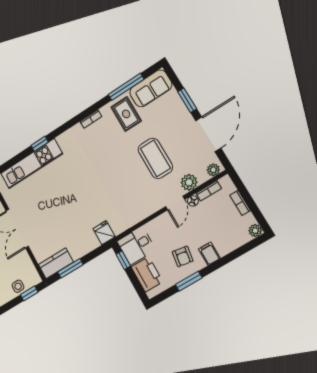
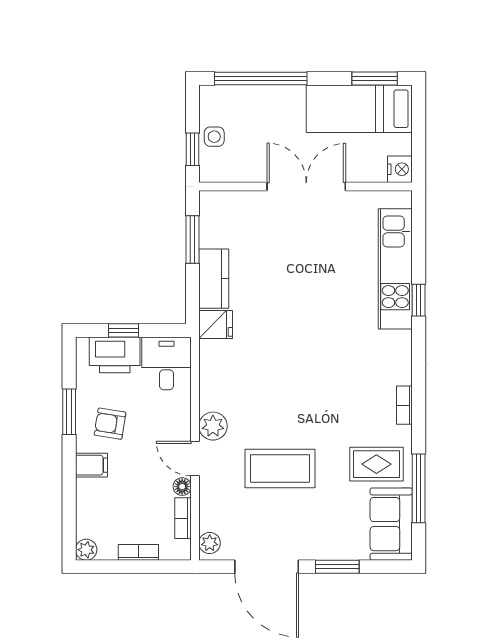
plant: (189, 182) -> (213, 426), moved
window: (123, 260) -> (124, 330), moved
kitchen counter: (56, 263) -> (214, 279), moved

